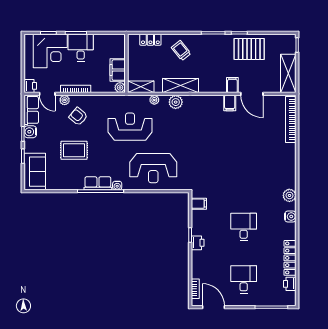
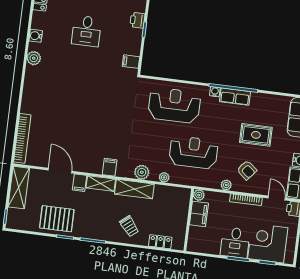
shelving: (141, 87) -> (101, 183), moved
plant: (65, 100) -> (226, 185), moved
filing cabinet: (230, 103) -> (110, 167), moved
reception desk: (130, 127) -> (193, 152), turned 180

